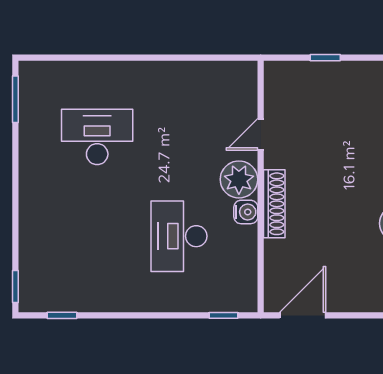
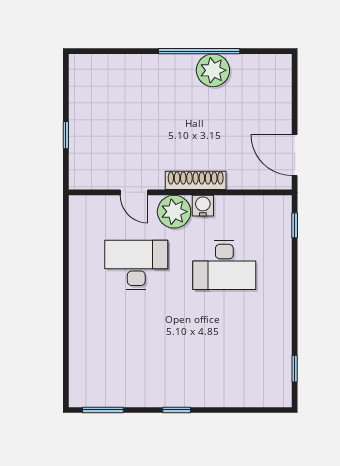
desk: (97, 137) -> (136, 265), moved, turned 90
window: (15, 287) -> (177, 410), moved

